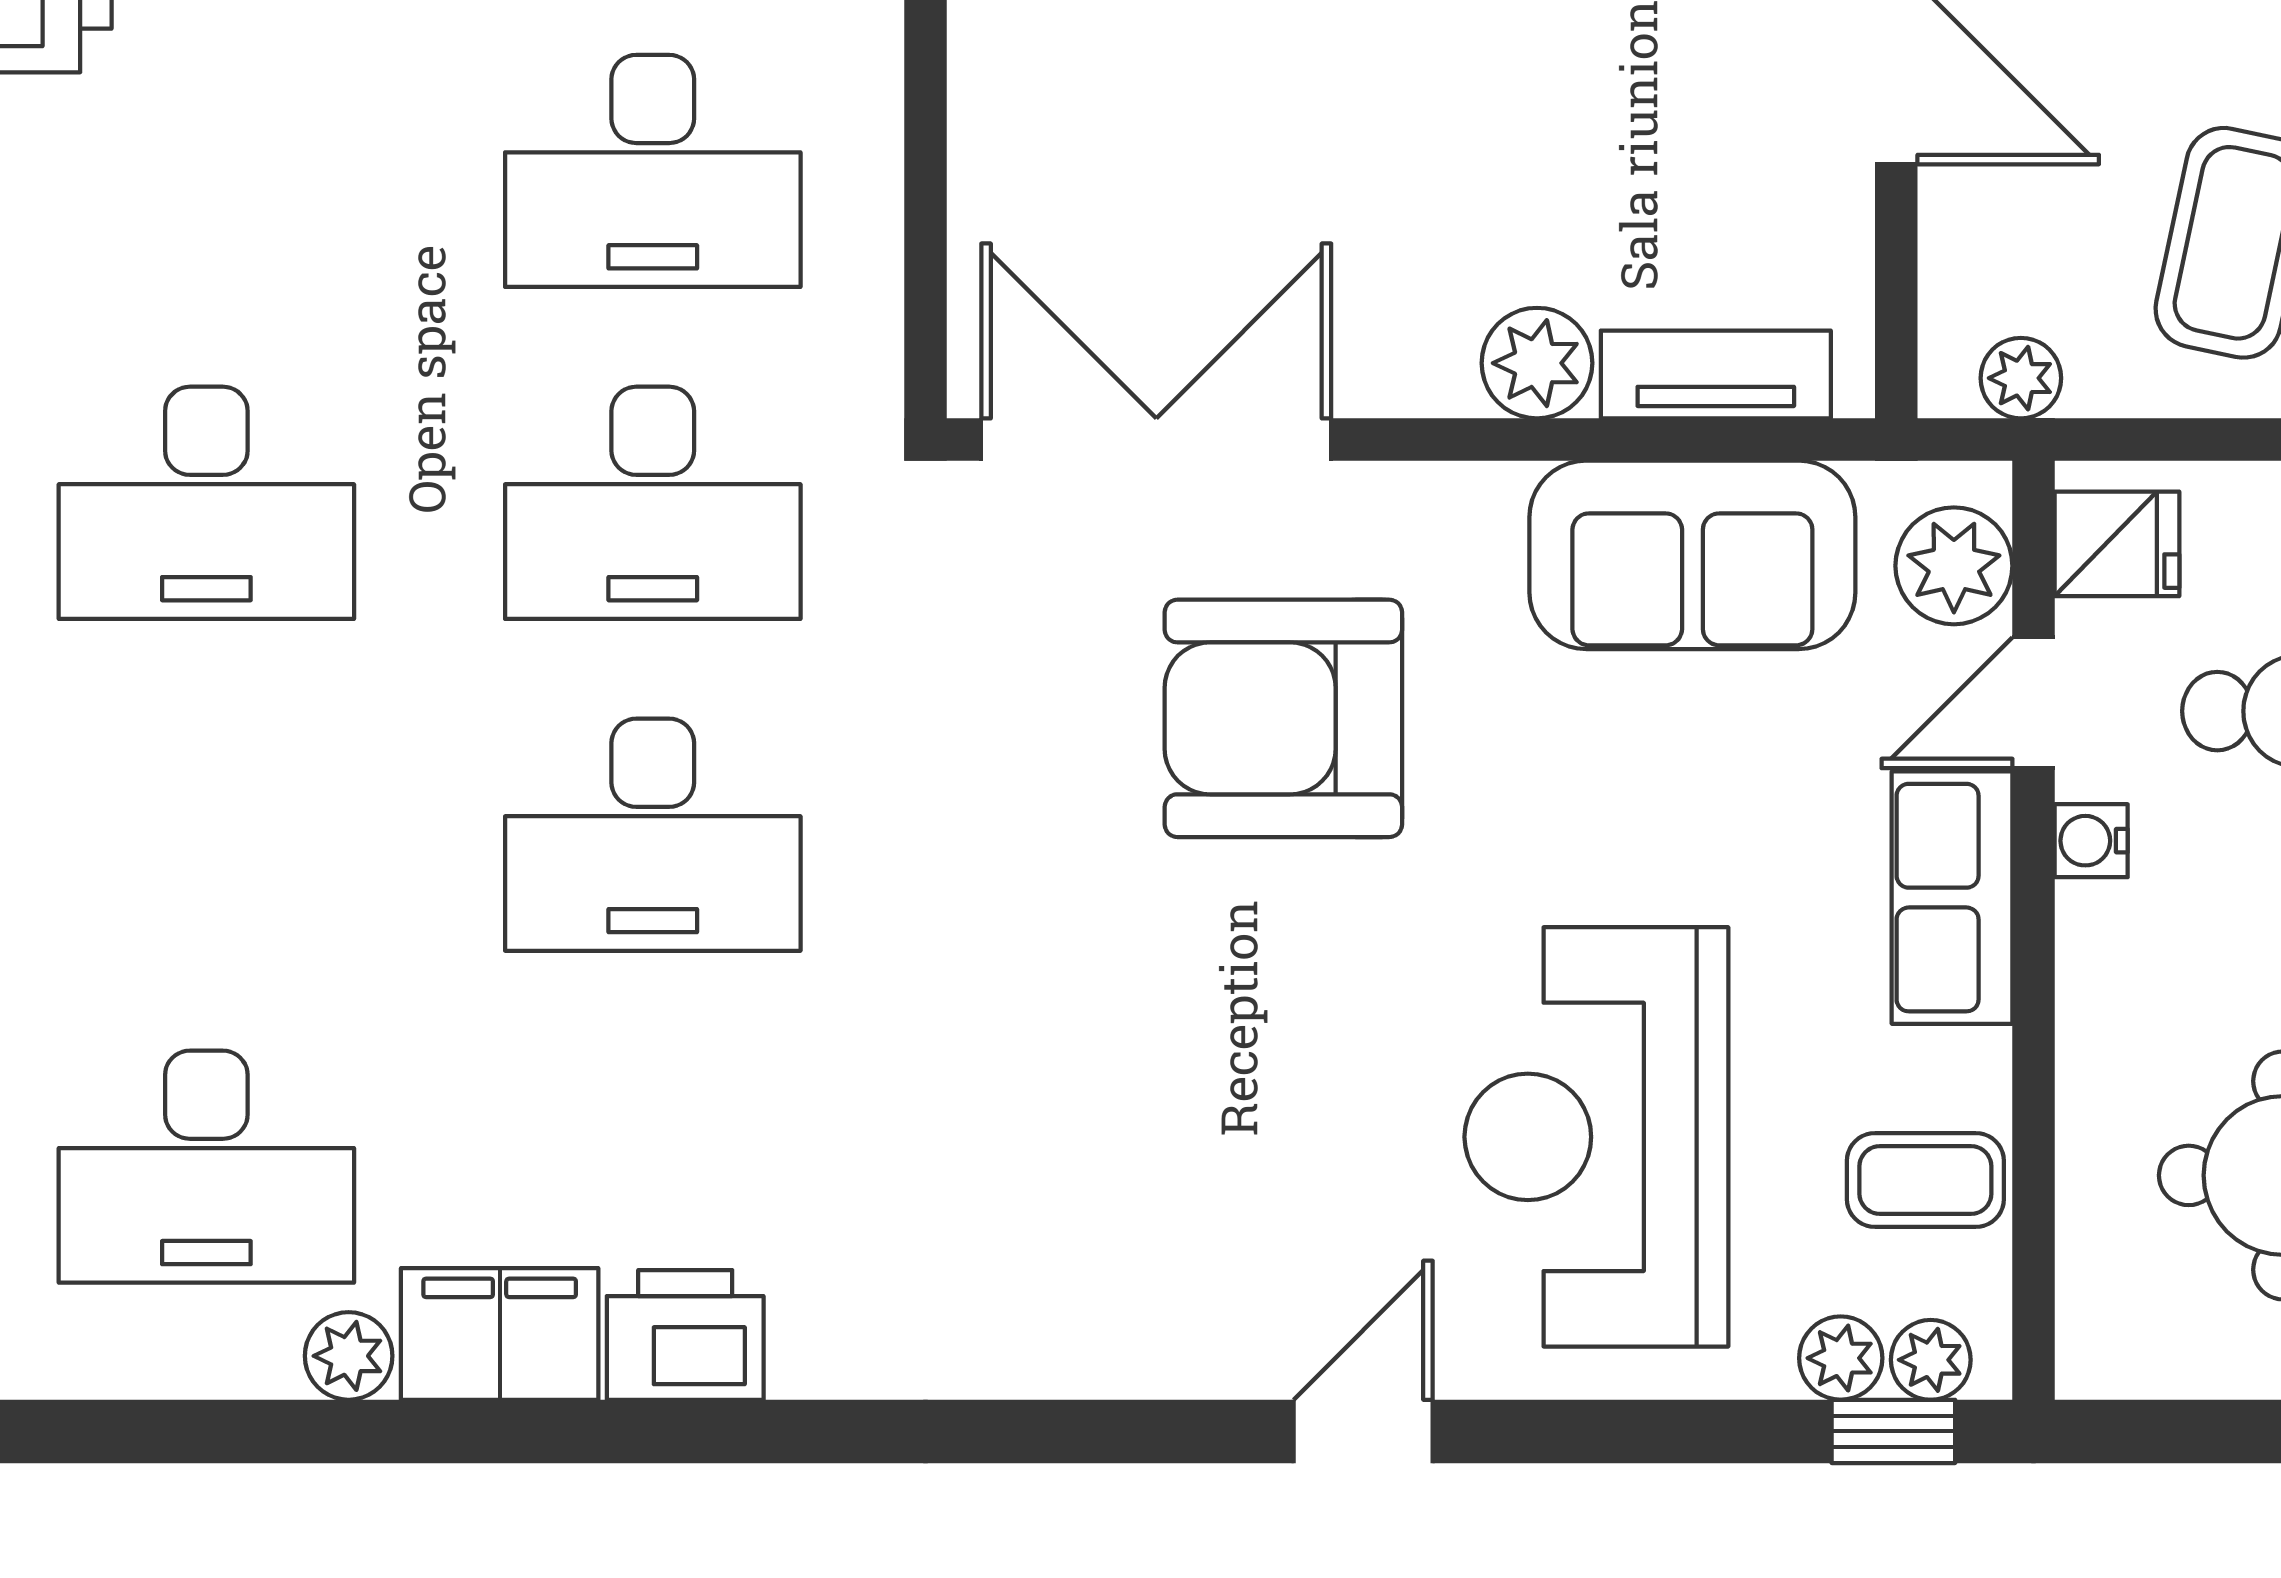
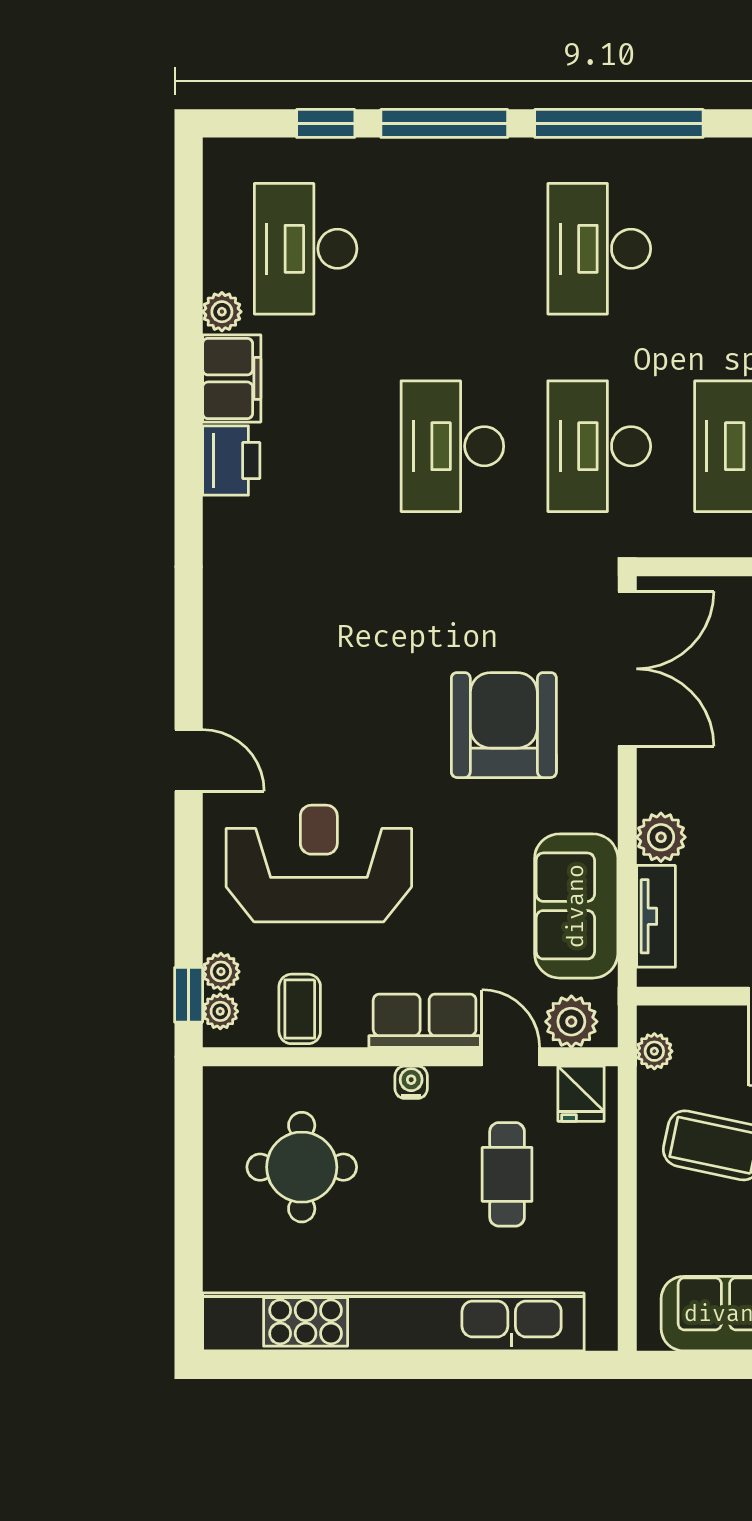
water cooler: (2091, 841) -> (411, 1082), moved

